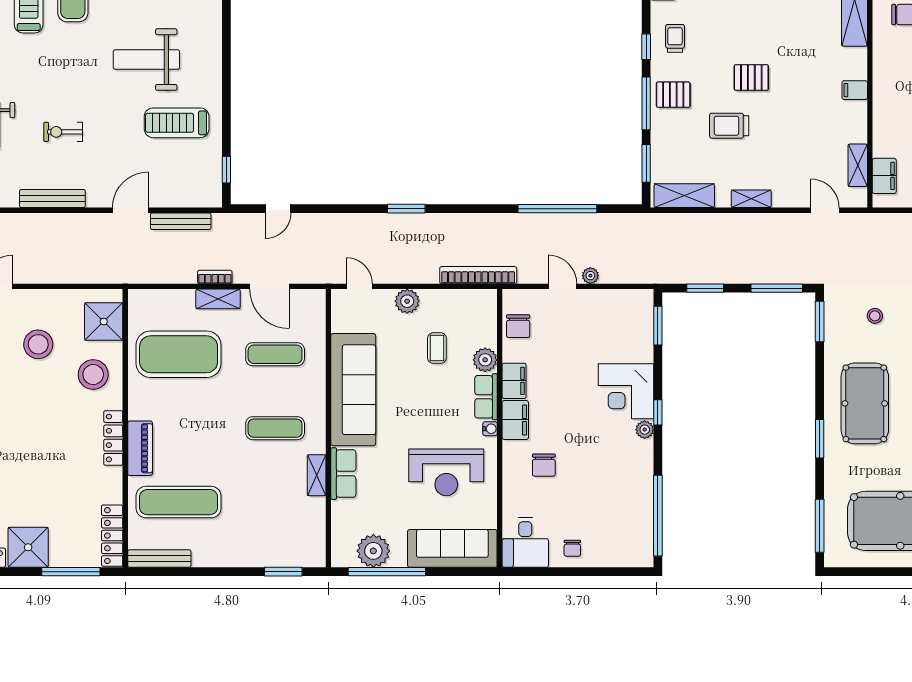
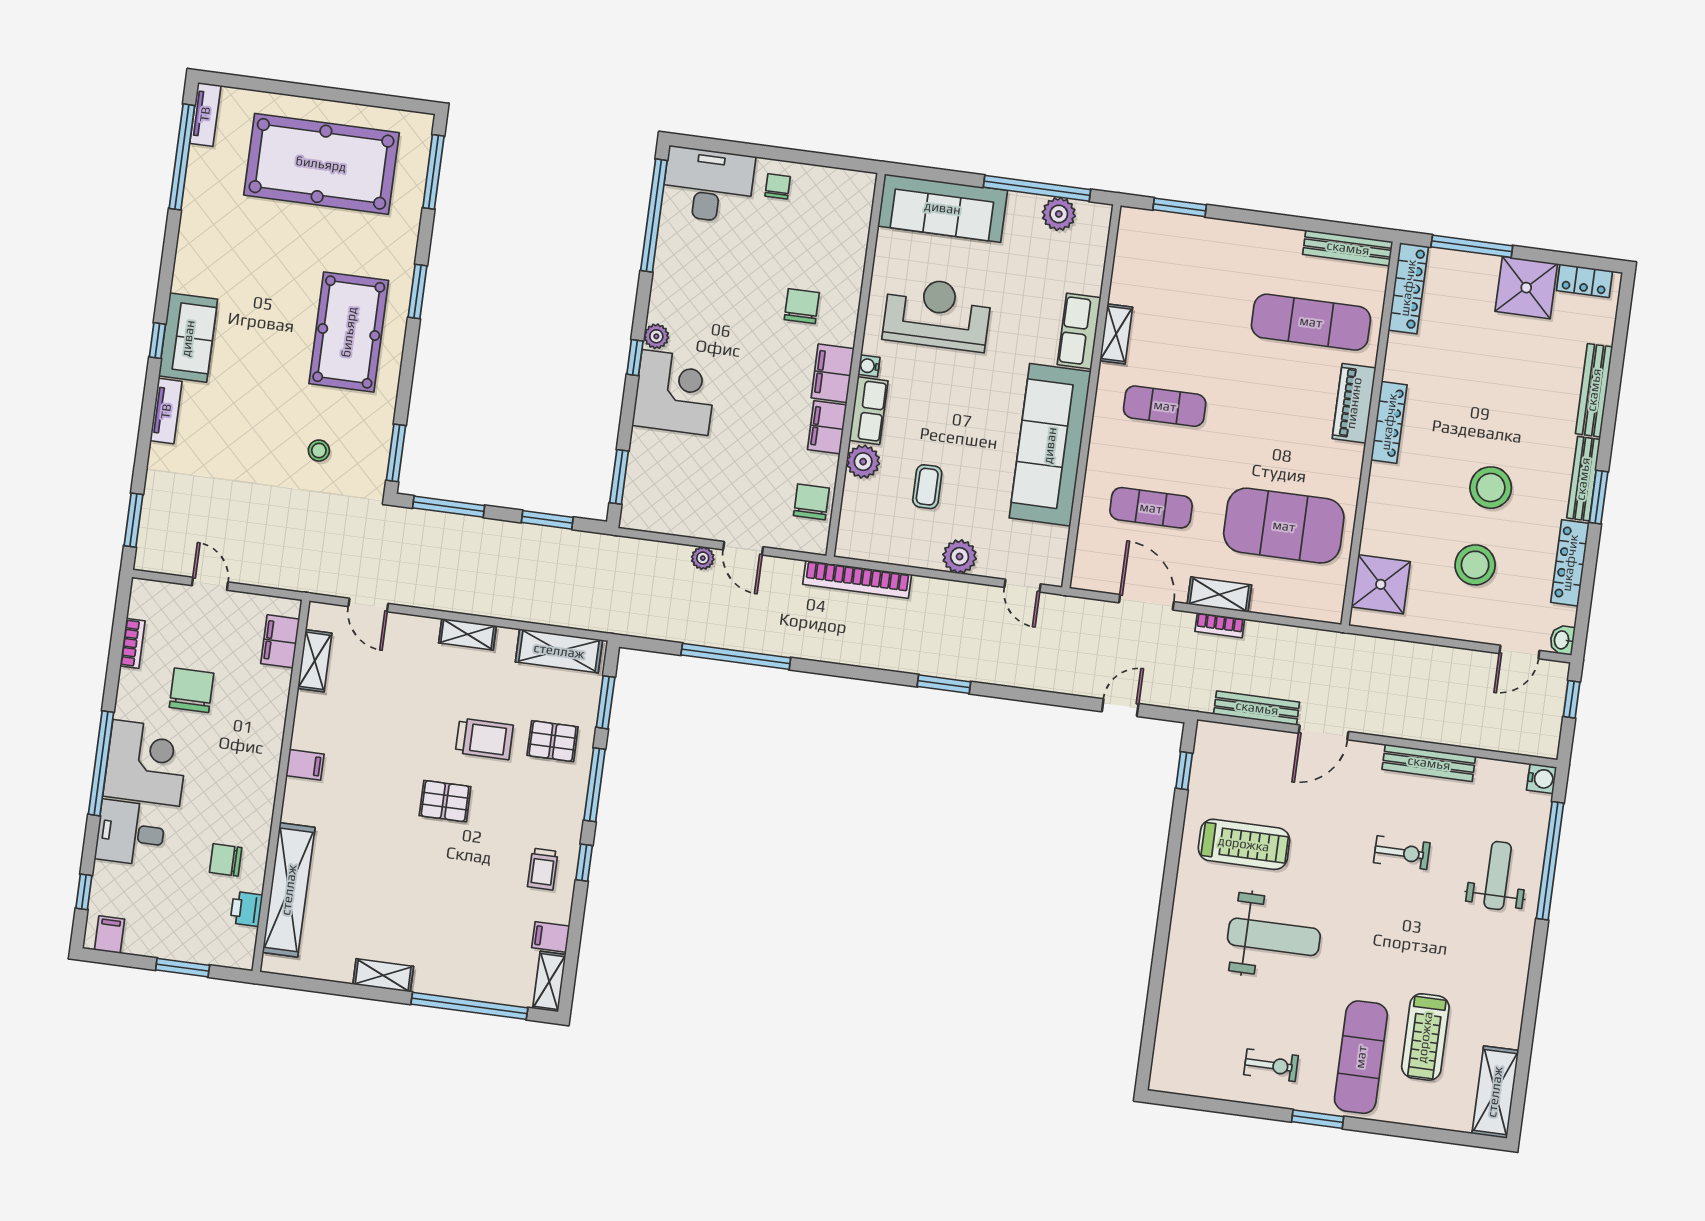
pallet: (673, 95) -> (553, 741), moved
stool: (93, 375) -> (1491, 488), moved
desk: (525, 543) -> (708, 185), moved, width x1.37
plant: (373, 551) -> (1059, 214), width x0.73, depth x0.73

